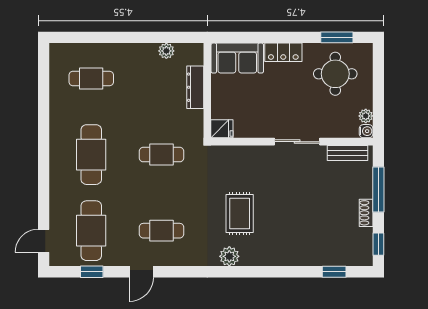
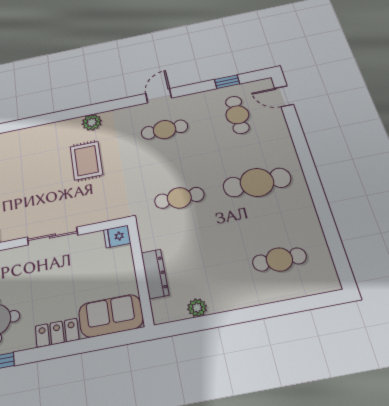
sliding door: (297, 142) -> (52, 236), moved
cafe table: (91, 155) -> (257, 182), turned 90
cafe table: (91, 231) -> (237, 115), width x0.73, depth x0.74
door: (44, 241) -> (284, 96), swing flipped
door: (141, 272) -> (159, 96), moved

